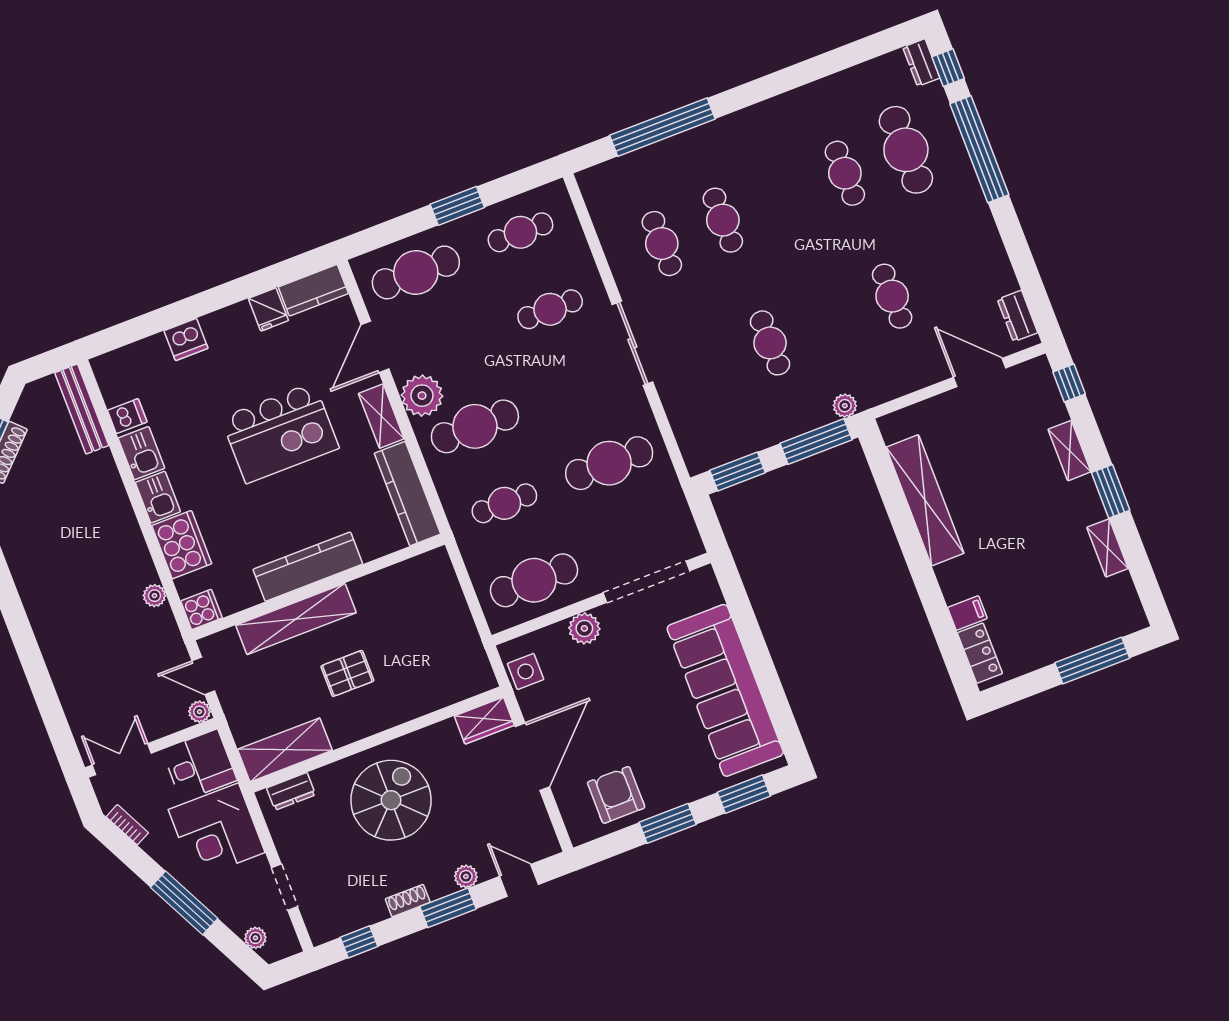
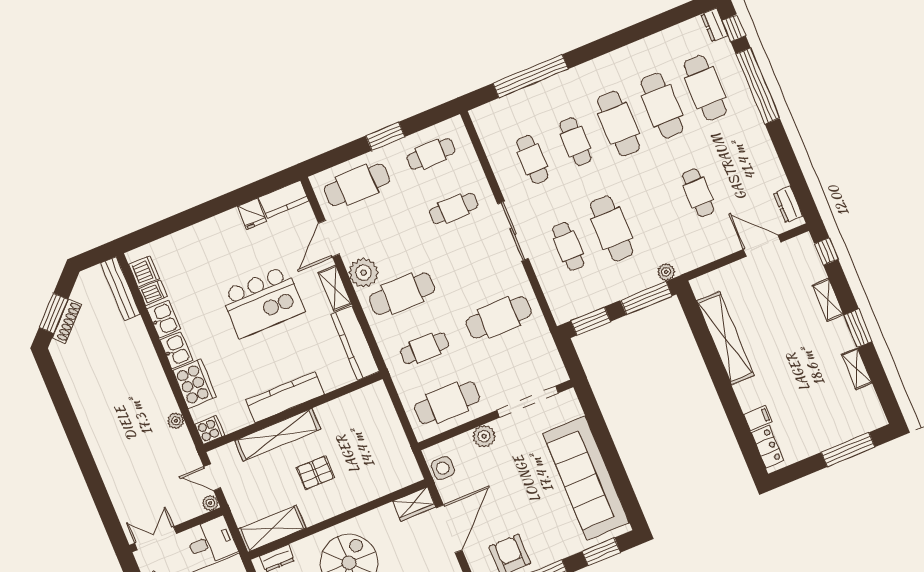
cafe table: (845, 173) -> (662, 106), width x1.37, depth x1.35
cafe table: (784, 197) -> (619, 124), added
dishwasher: (186, 340) -> (144, 271), moved, turned -90
cafe table: (770, 343) -> (612, 228), width x1.37, depth x1.35
cafe table: (709, 366) -> (568, 246), added

